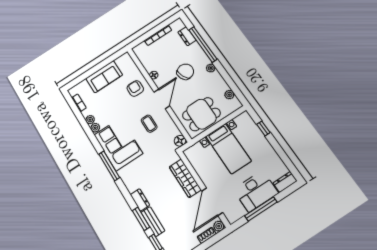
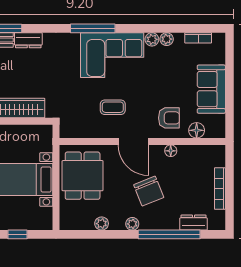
plant: (229, 95) -> (102, 224), moved
floor lamp: (180, 141) -> (197, 130), moved

